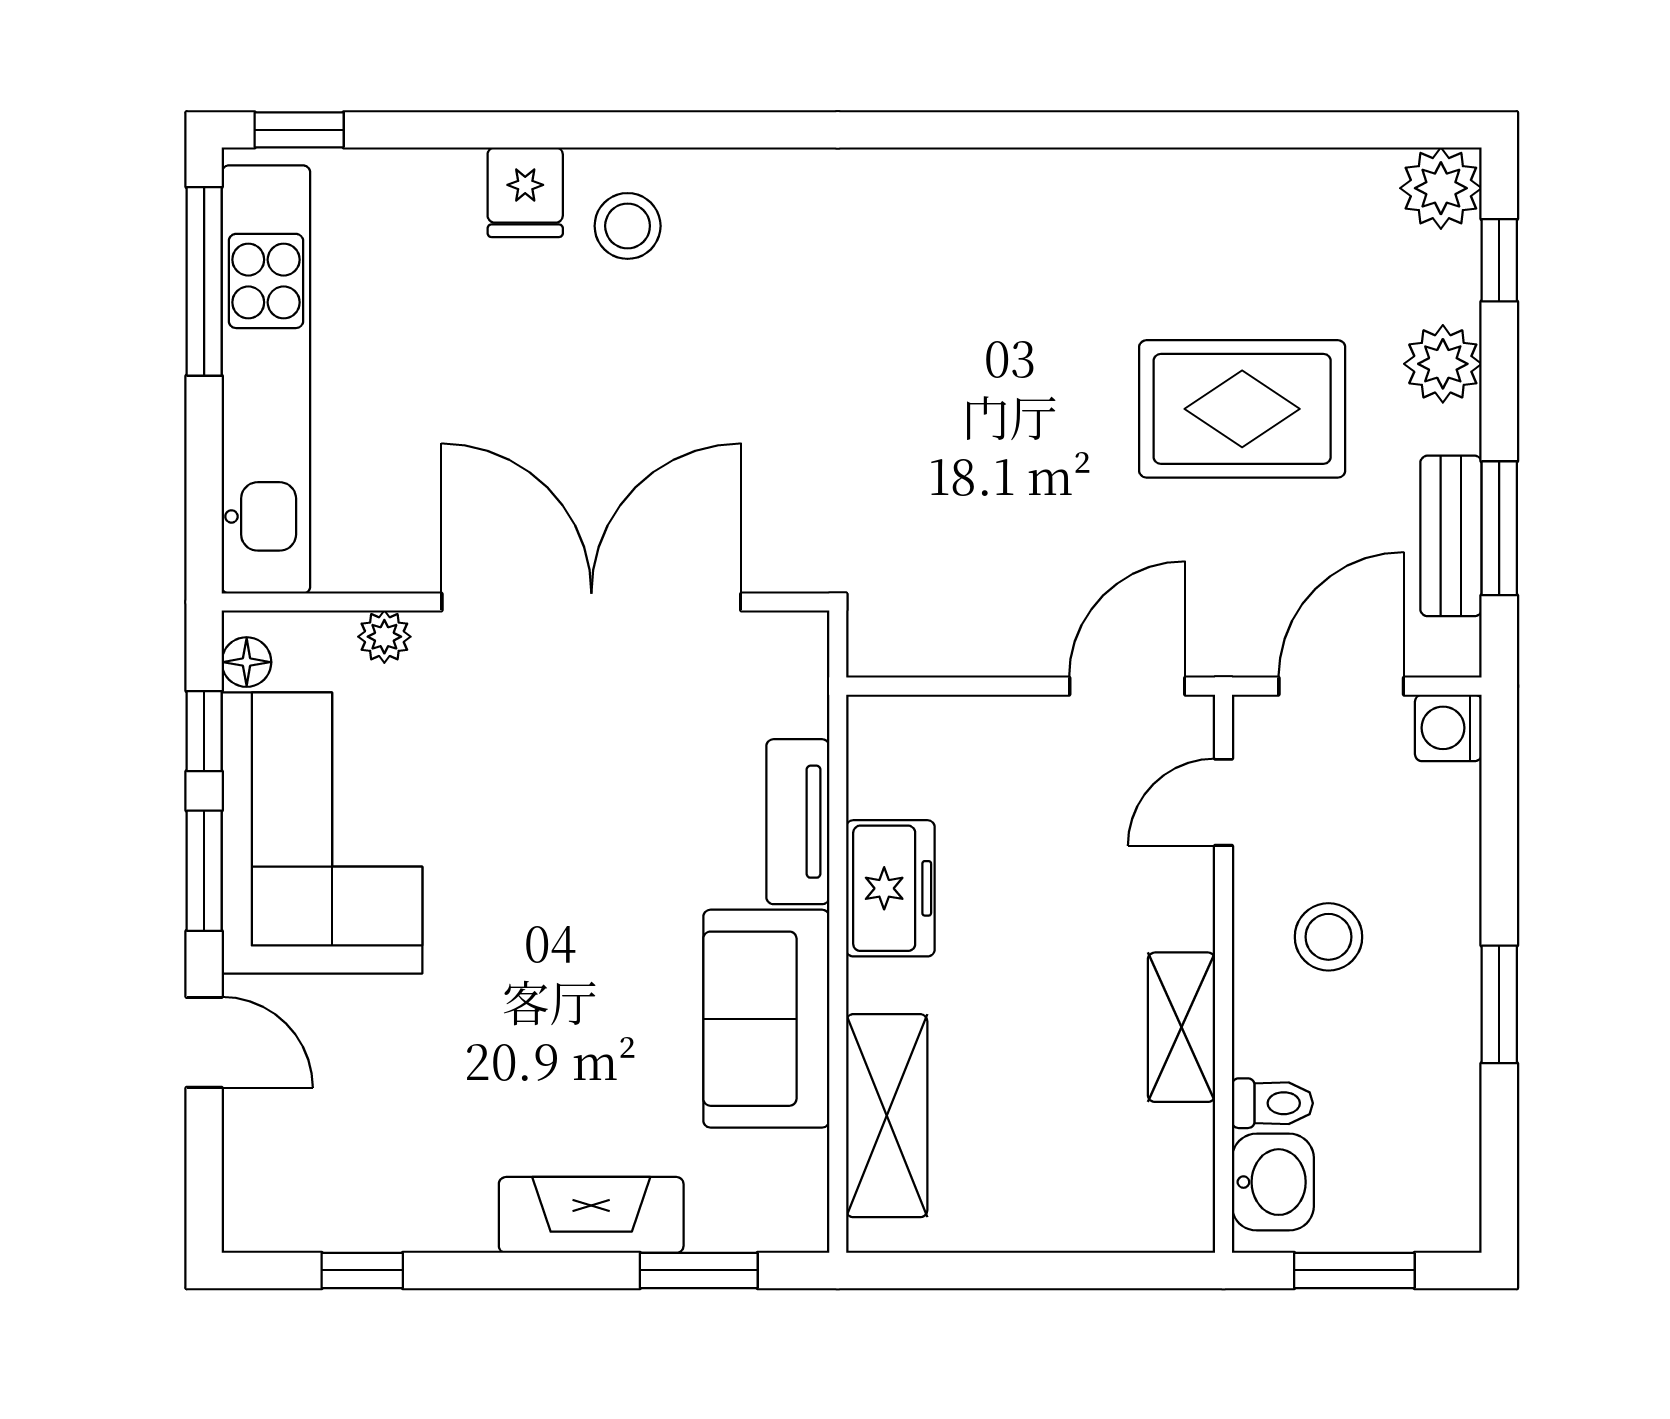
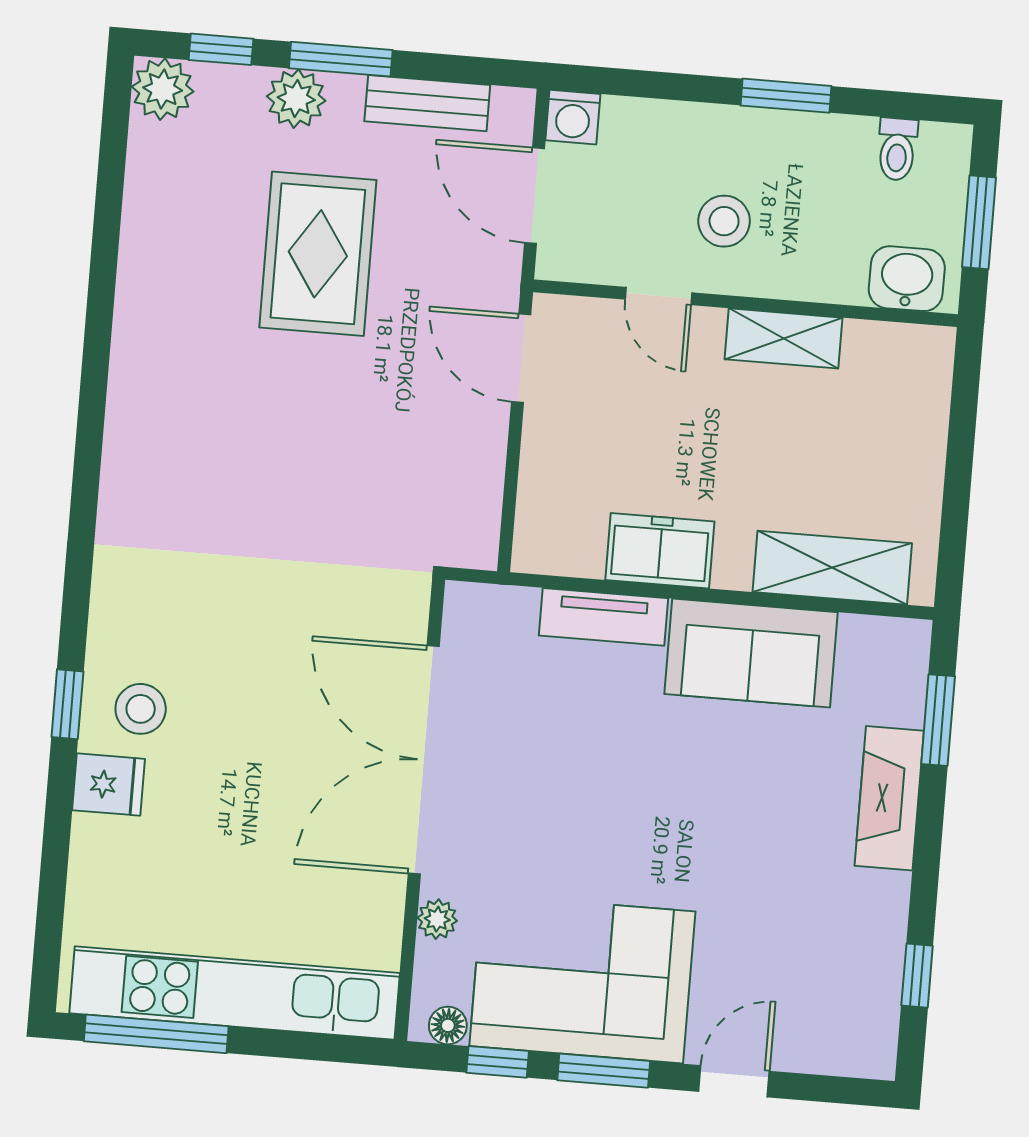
window: (299, 130) -> (67, 704), moved
window: (1499, 528) -> (341, 59), moved
door: (1224, 802) -> (658, 296), moved
toilet: (1272, 1103) -> (897, 149), moved, turned 180

